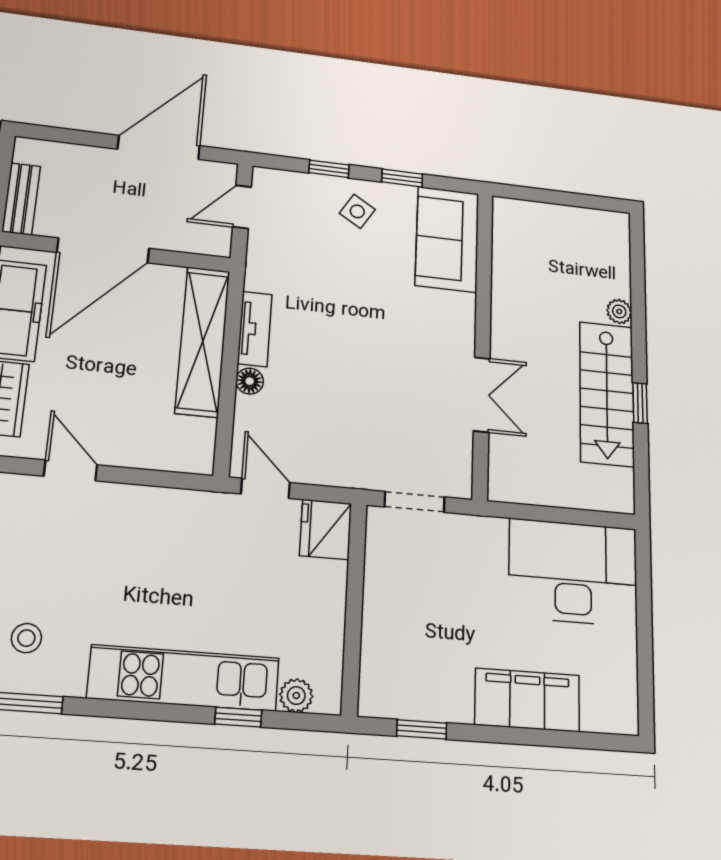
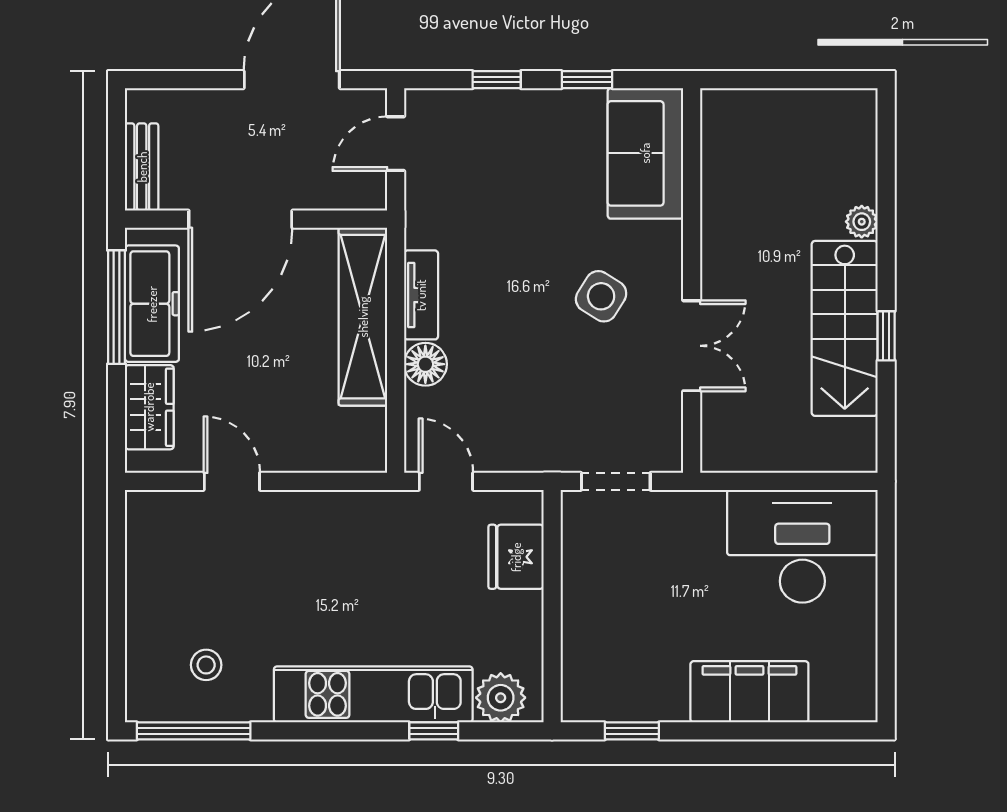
side table: (357, 211) -> (601, 296), moved, width x1.37, depth x1.37
floor lamp: (250, 381) -> (425, 364), width x1.37, depth x1.37
fridge: (326, 529) -> (516, 557), moved
plant: (296, 696) -> (501, 698), width x1.38, depth x1.38

